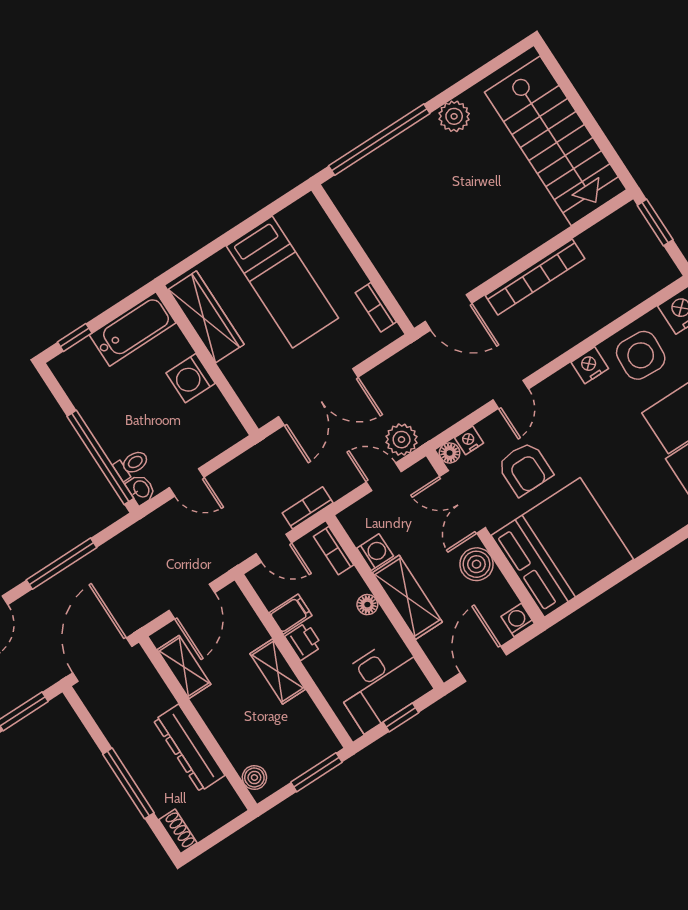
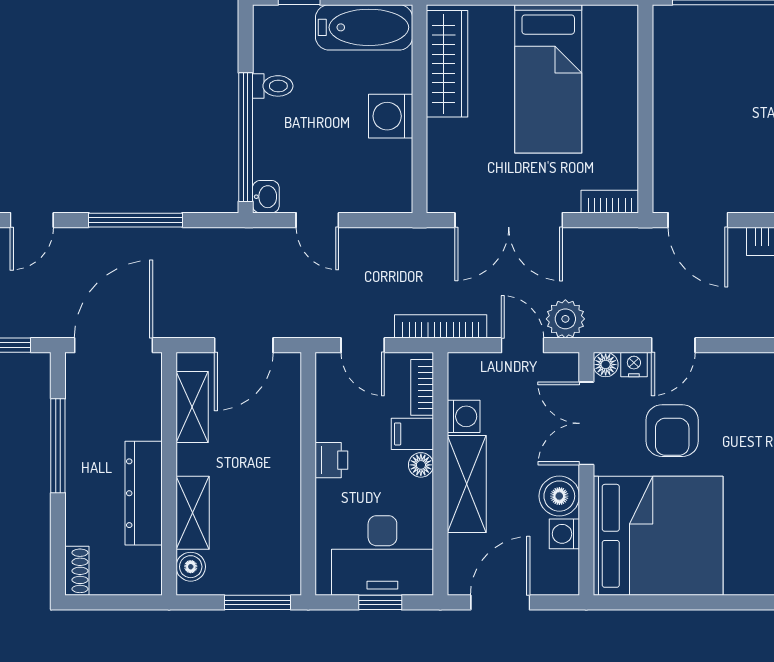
bookcase: (376, 307) -> (610, 202), moved, turned 90
door: (511, 394) -> (673, 345), moved
toilet: (131, 465) -> (273, 86), moved
bookcase: (308, 508) -> (441, 326), width x1.56
filing cabinet: (291, 614) -> (412, 434), moved, turned 180
washing machine: (518, 620) -> (564, 534), moved, turned -90
shelving: (278, 671) -> (193, 513), moved
window: (128, 783) -> (58, 446), moved

